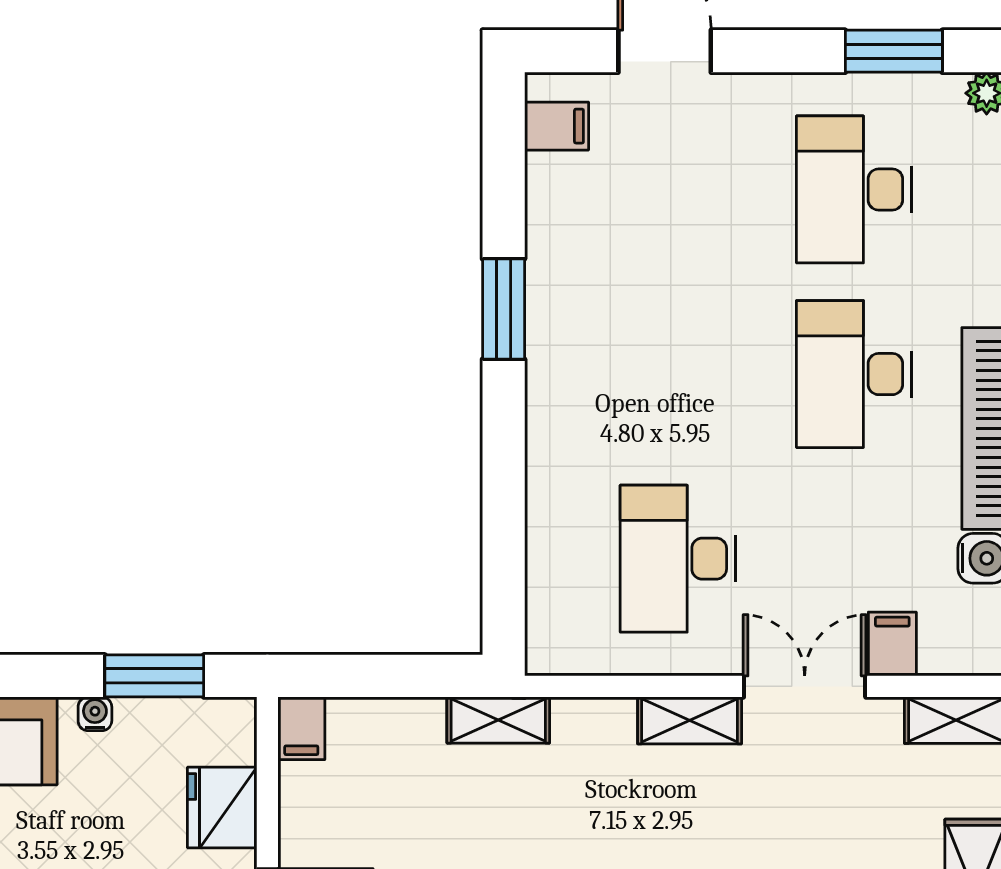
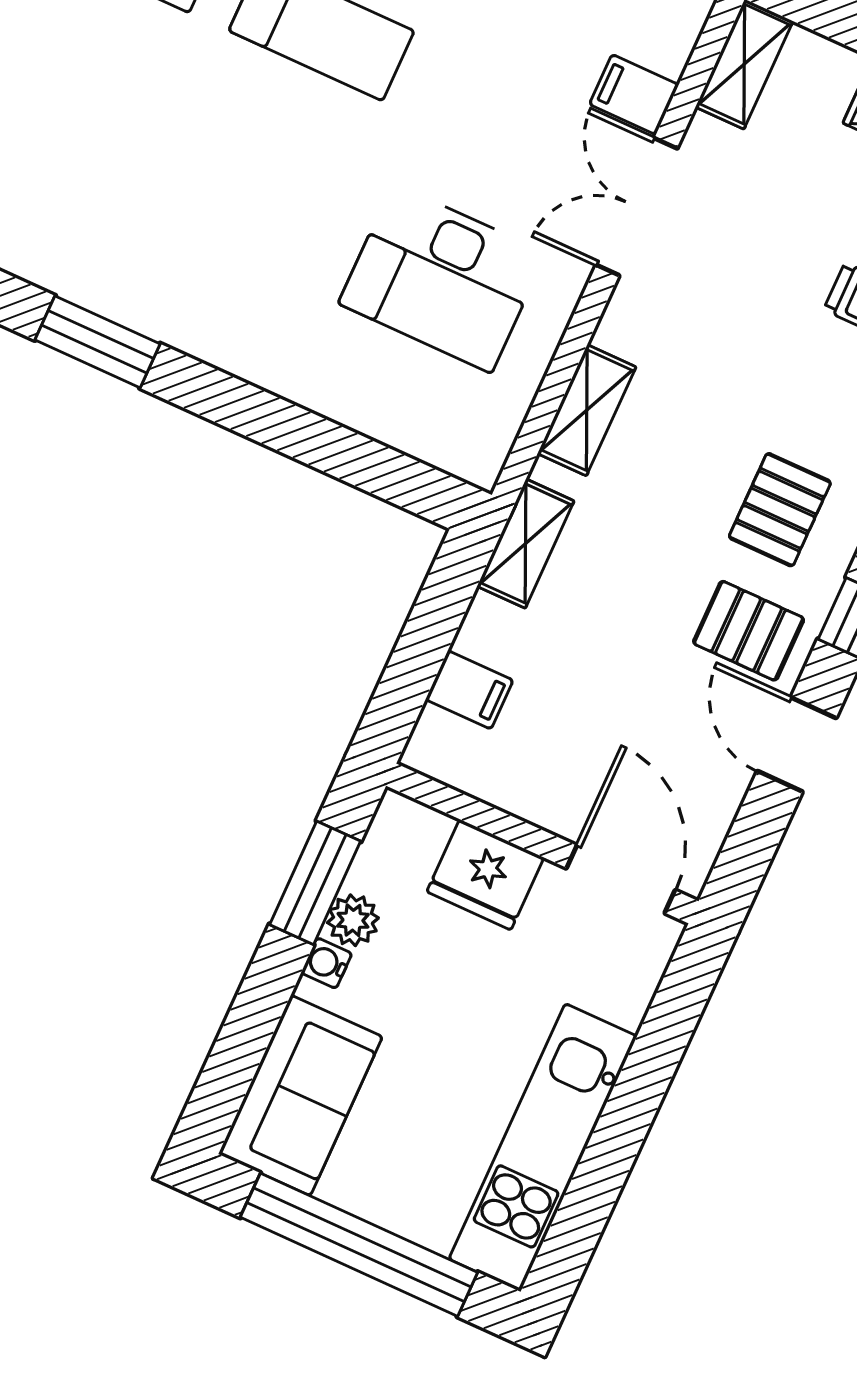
plant: (138, 719) -> (353, 920), added
shelving: (690, 720) -> (587, 410), moved
filing cabinet: (301, 728) -> (469, 690), moved

